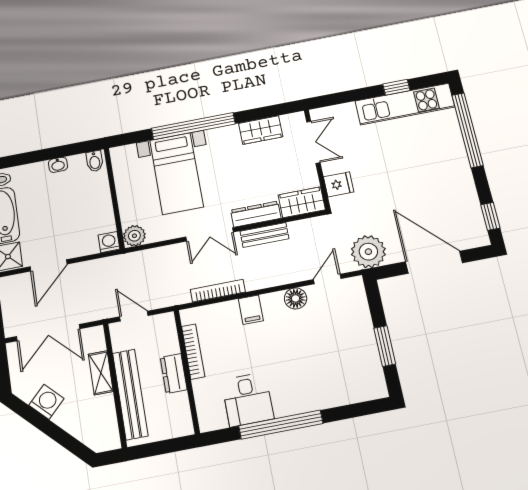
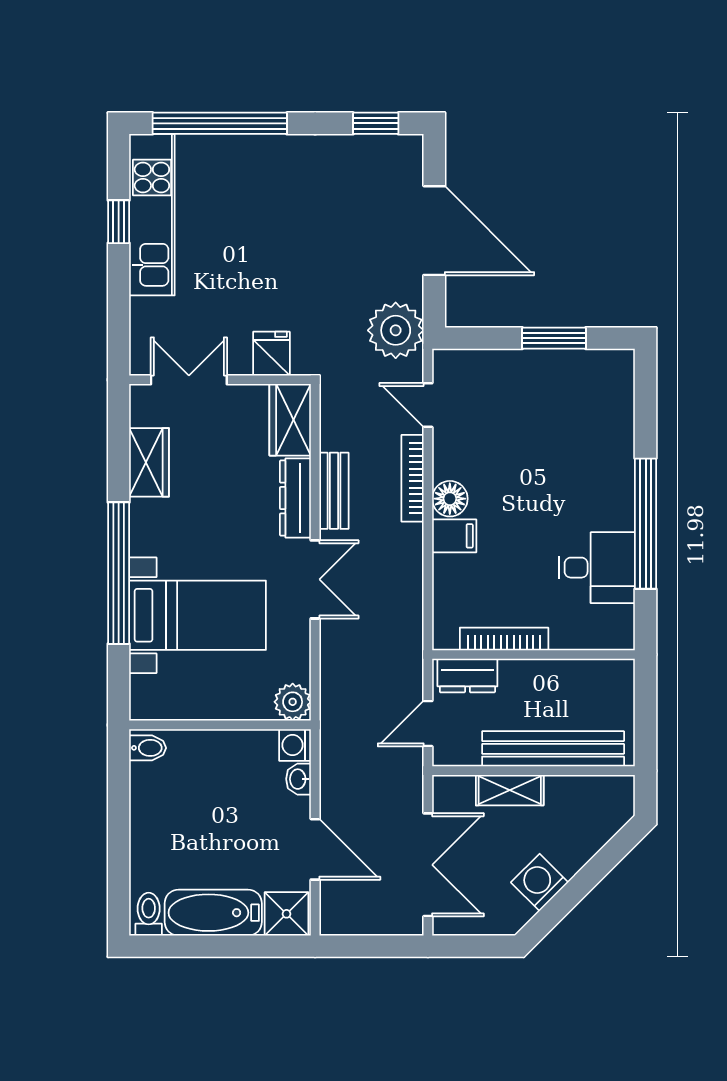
washbasin: (58, 165) -> (298, 779), moved, turned 180
door: (434, 262) -> (434, 231), swing flipped
bookcase: (218, 291) -> (413, 478), moved
floor lamp: (296, 298) -> (450, 499), moved
dresser: (174, 373) -> (467, 676), moved

